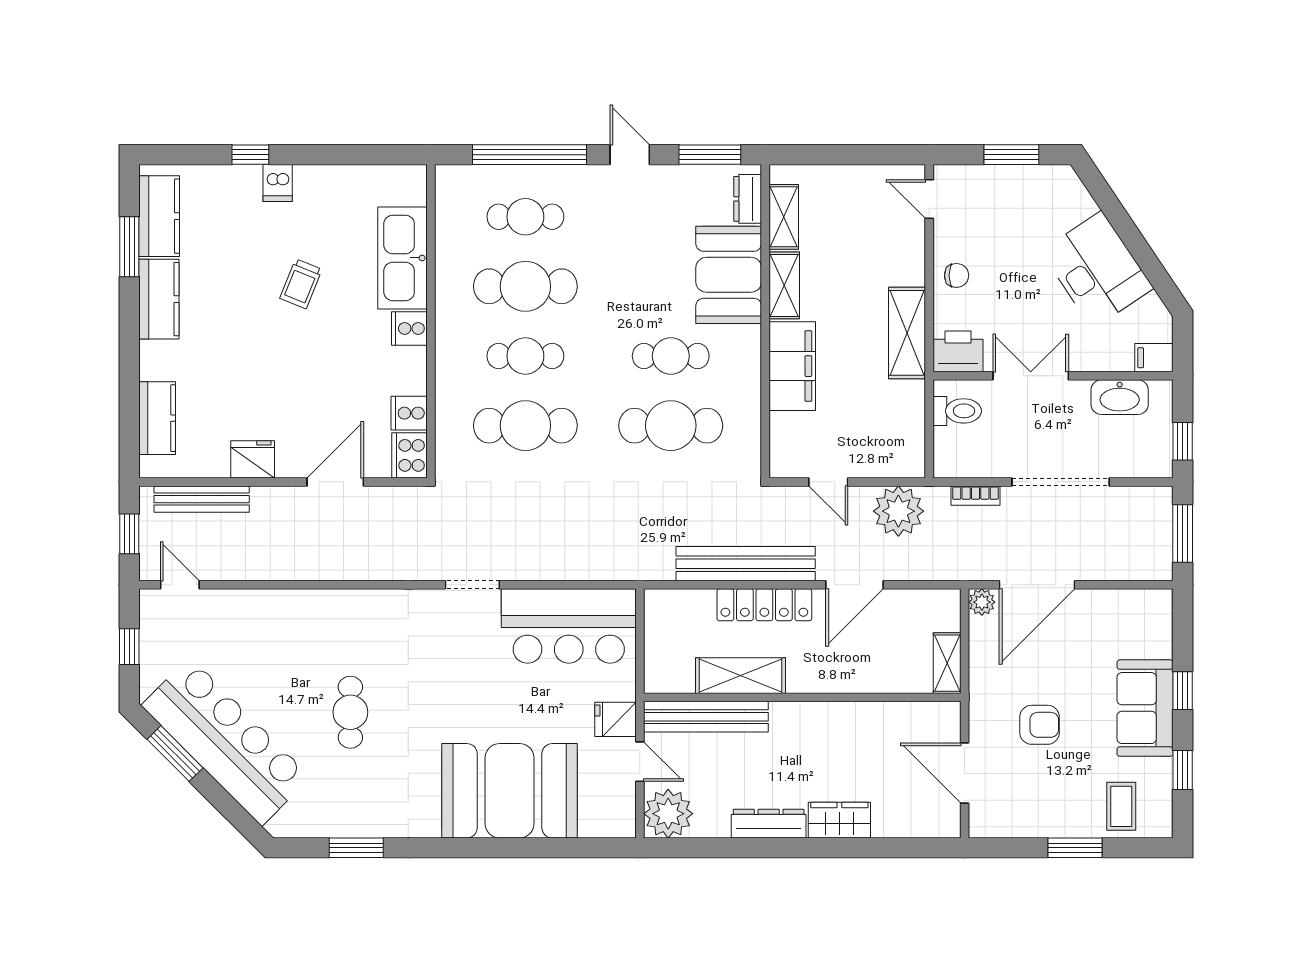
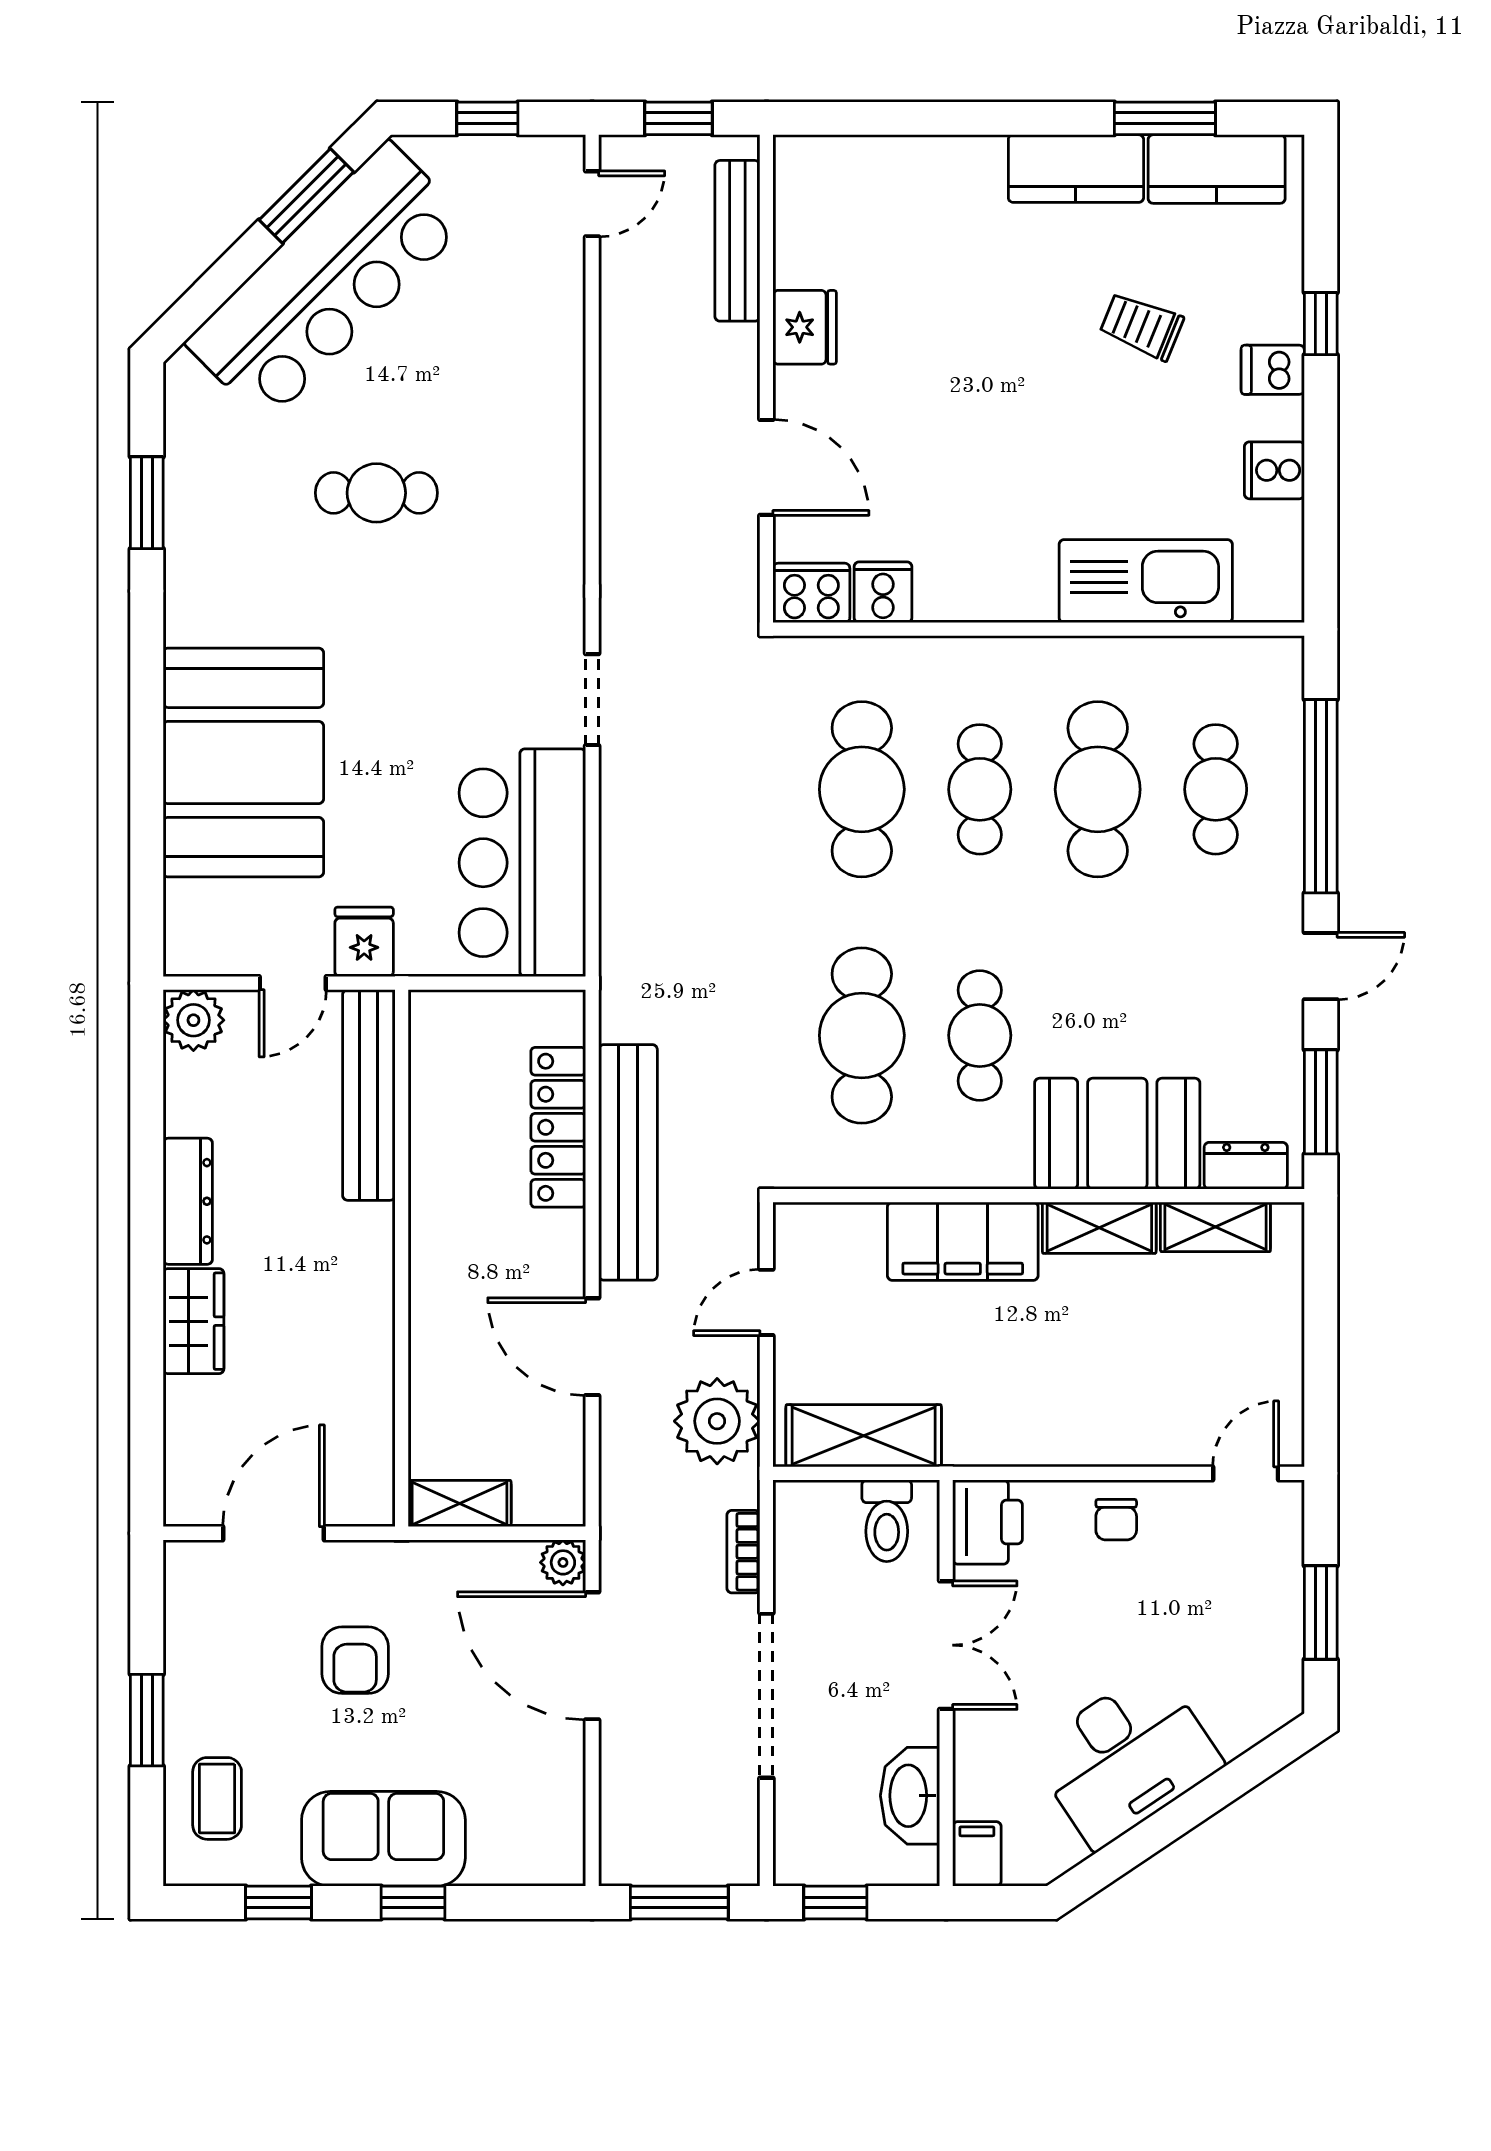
trolley: (301, 284) -> (1142, 326), moved
cooker: (409, 328) -> (1274, 470), moved, turned -90
shelving: (907, 333) -> (864, 1436), moved
kitchen counter: (157, 418) -> (875, 166), removed
locker: (764, 605) -> (558, 1127), moved
shelving: (741, 676) -> (439, 1154), removed
coffee table: (1121, 806) -> (217, 1798), turned 90
plant: (668, 814) -> (193, 1020), width x0.73, depth x0.73

